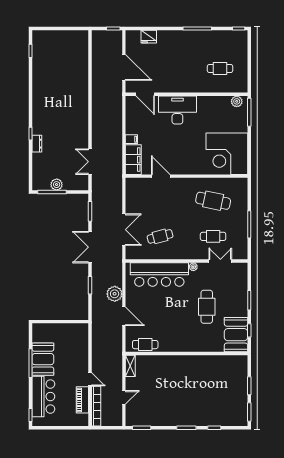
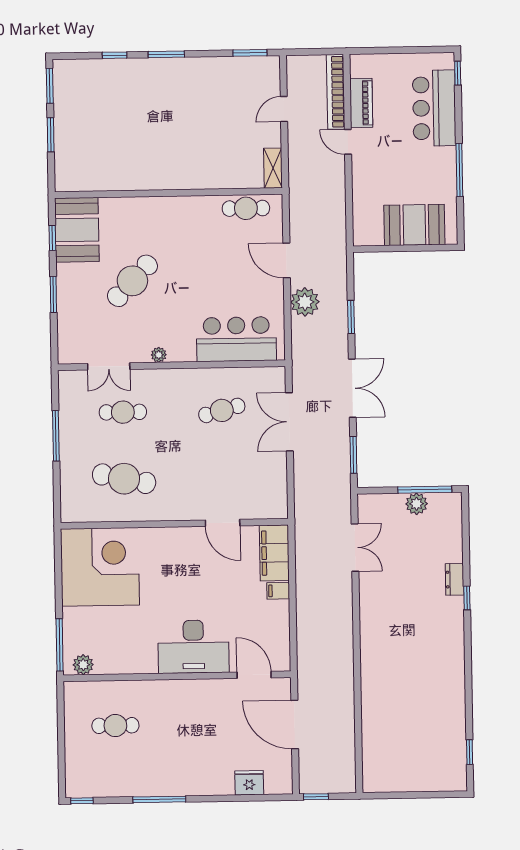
bar counter: (159, 274) -> (236, 339), width x0.73
cafe table: (207, 307) -> (132, 281), turned 44
booth: (43, 359) -> (414, 225), moved, turned 90

